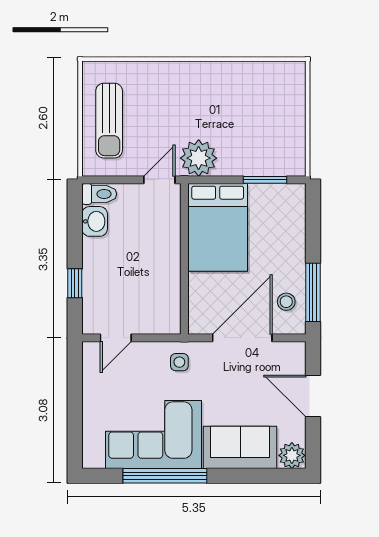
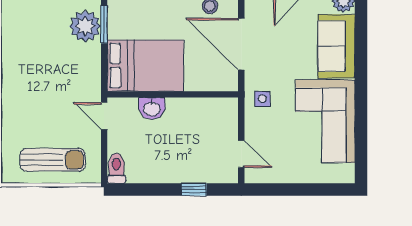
plant: (199, 158) -> (85, 26), moved
washbasin: (95, 221) -> (152, 108), moved, turned 180
window: (165, 476) -> (361, 111), removed

